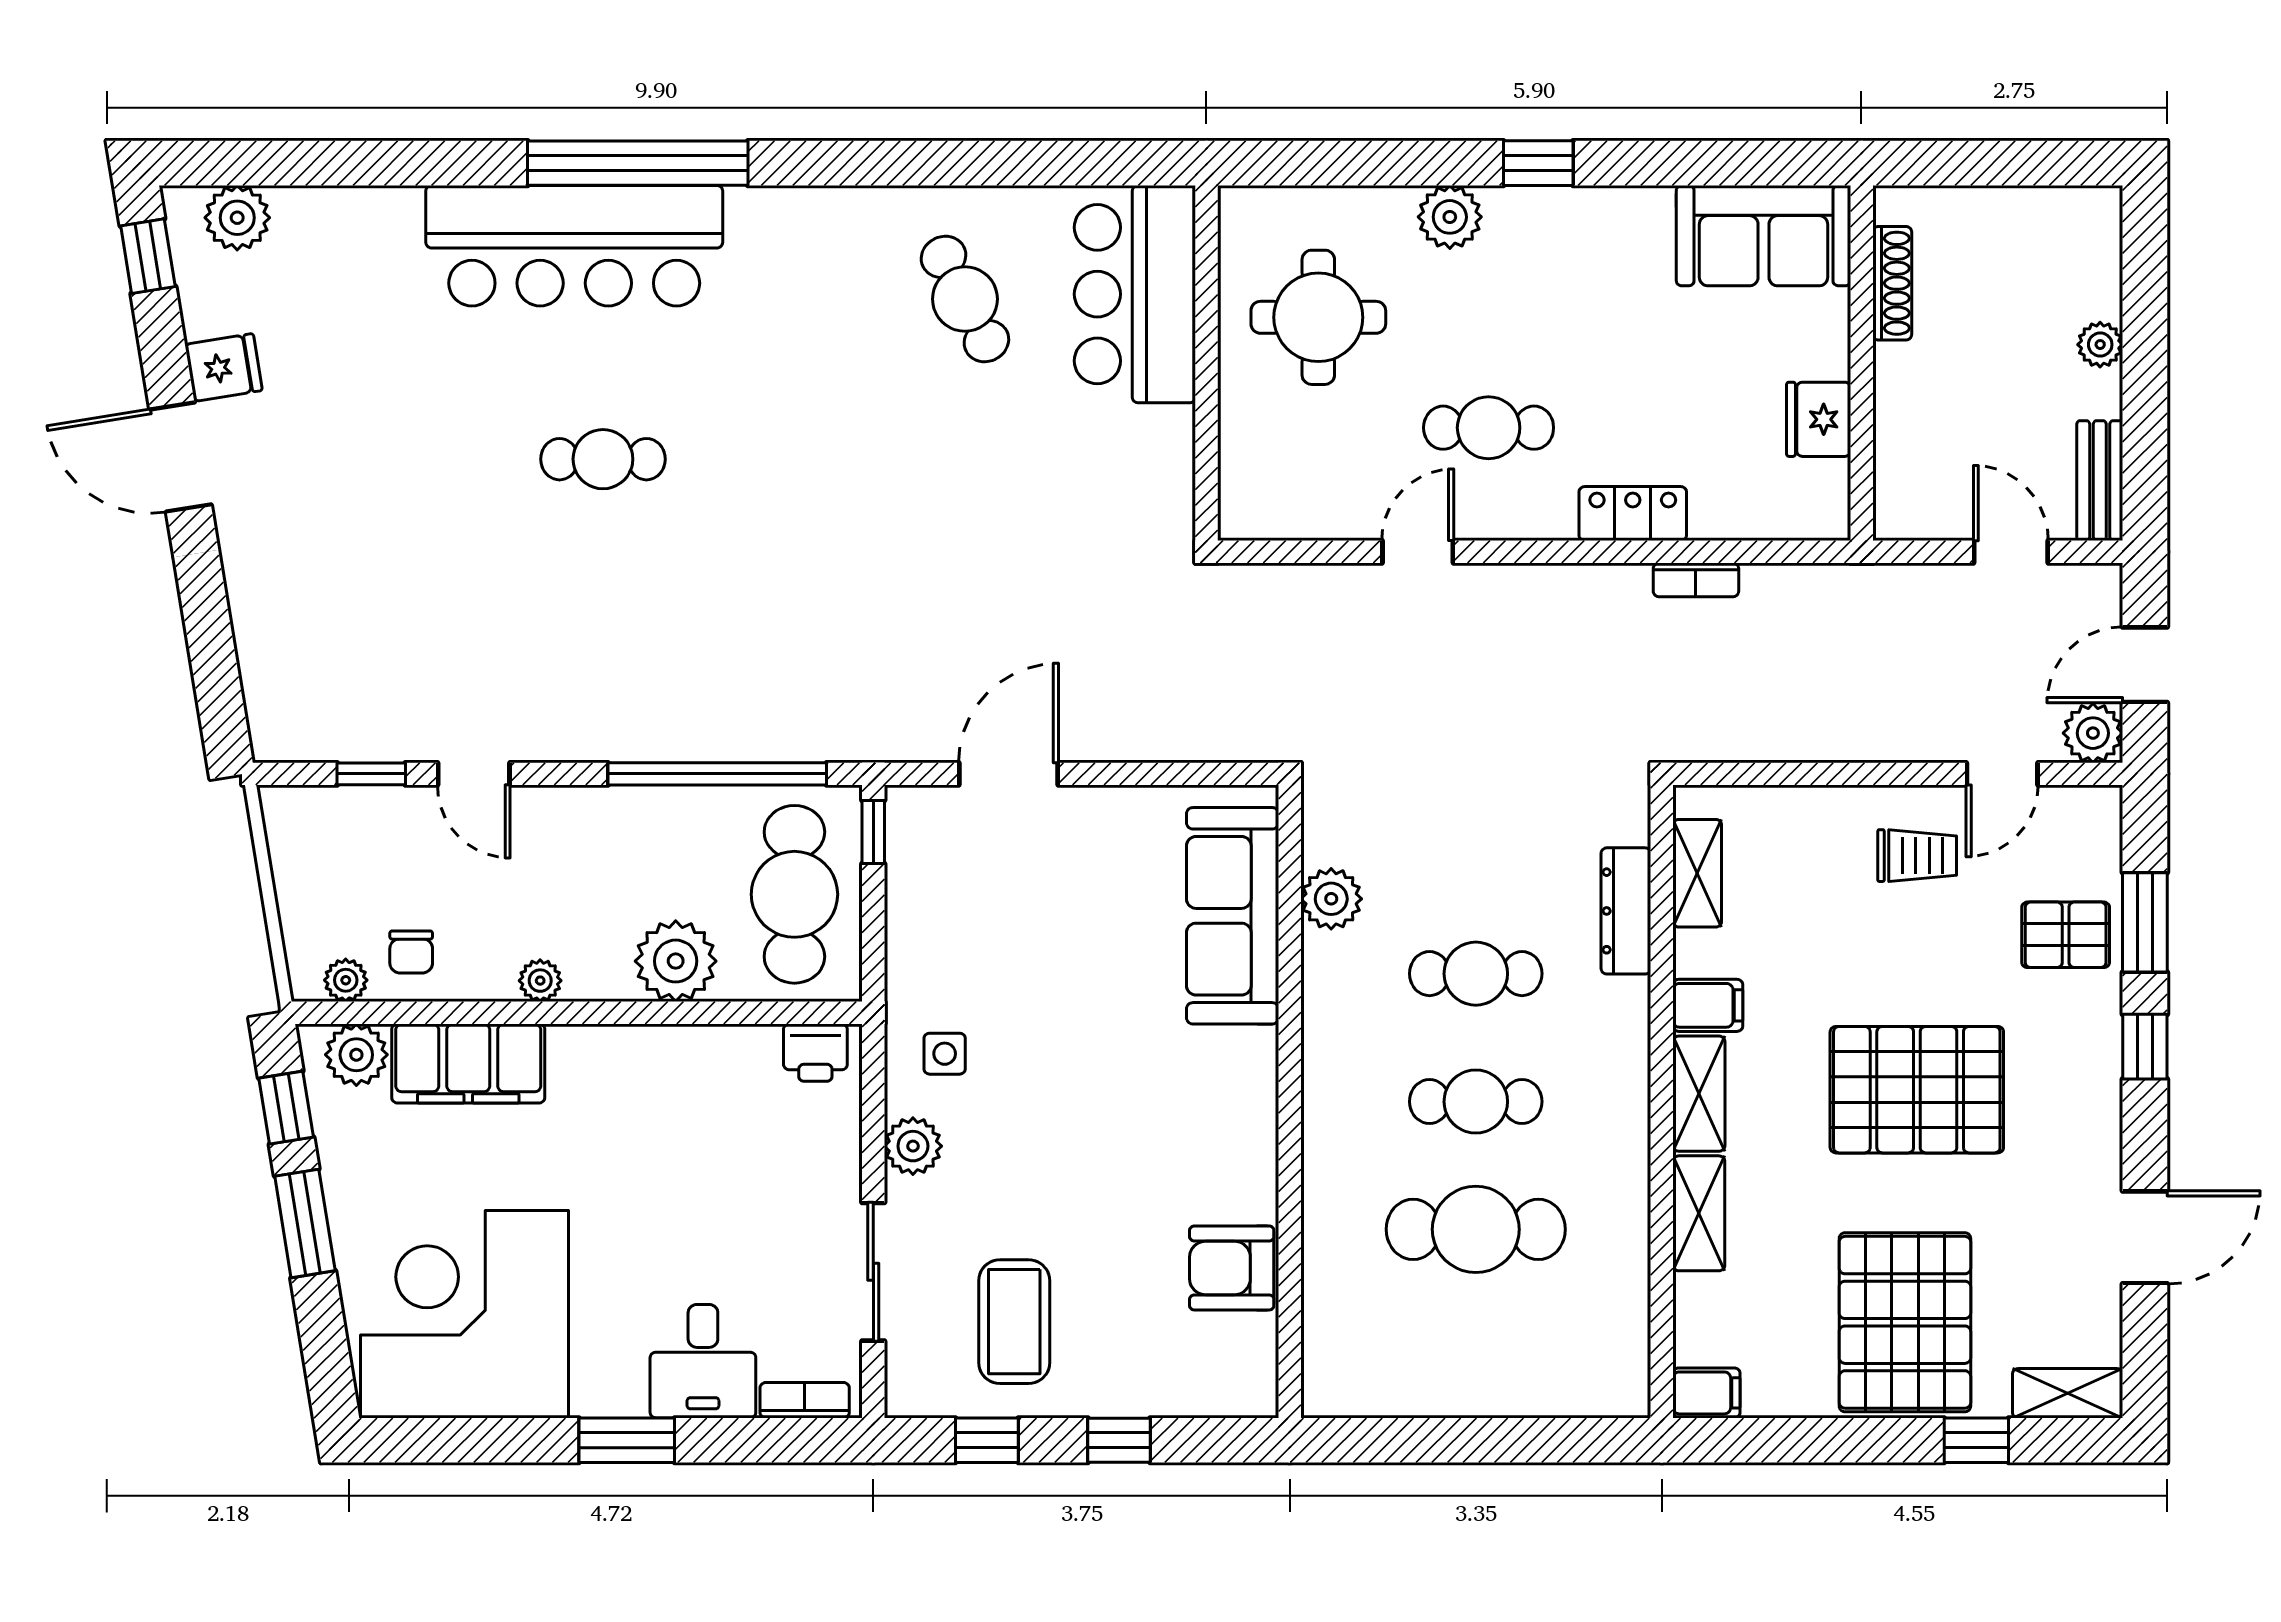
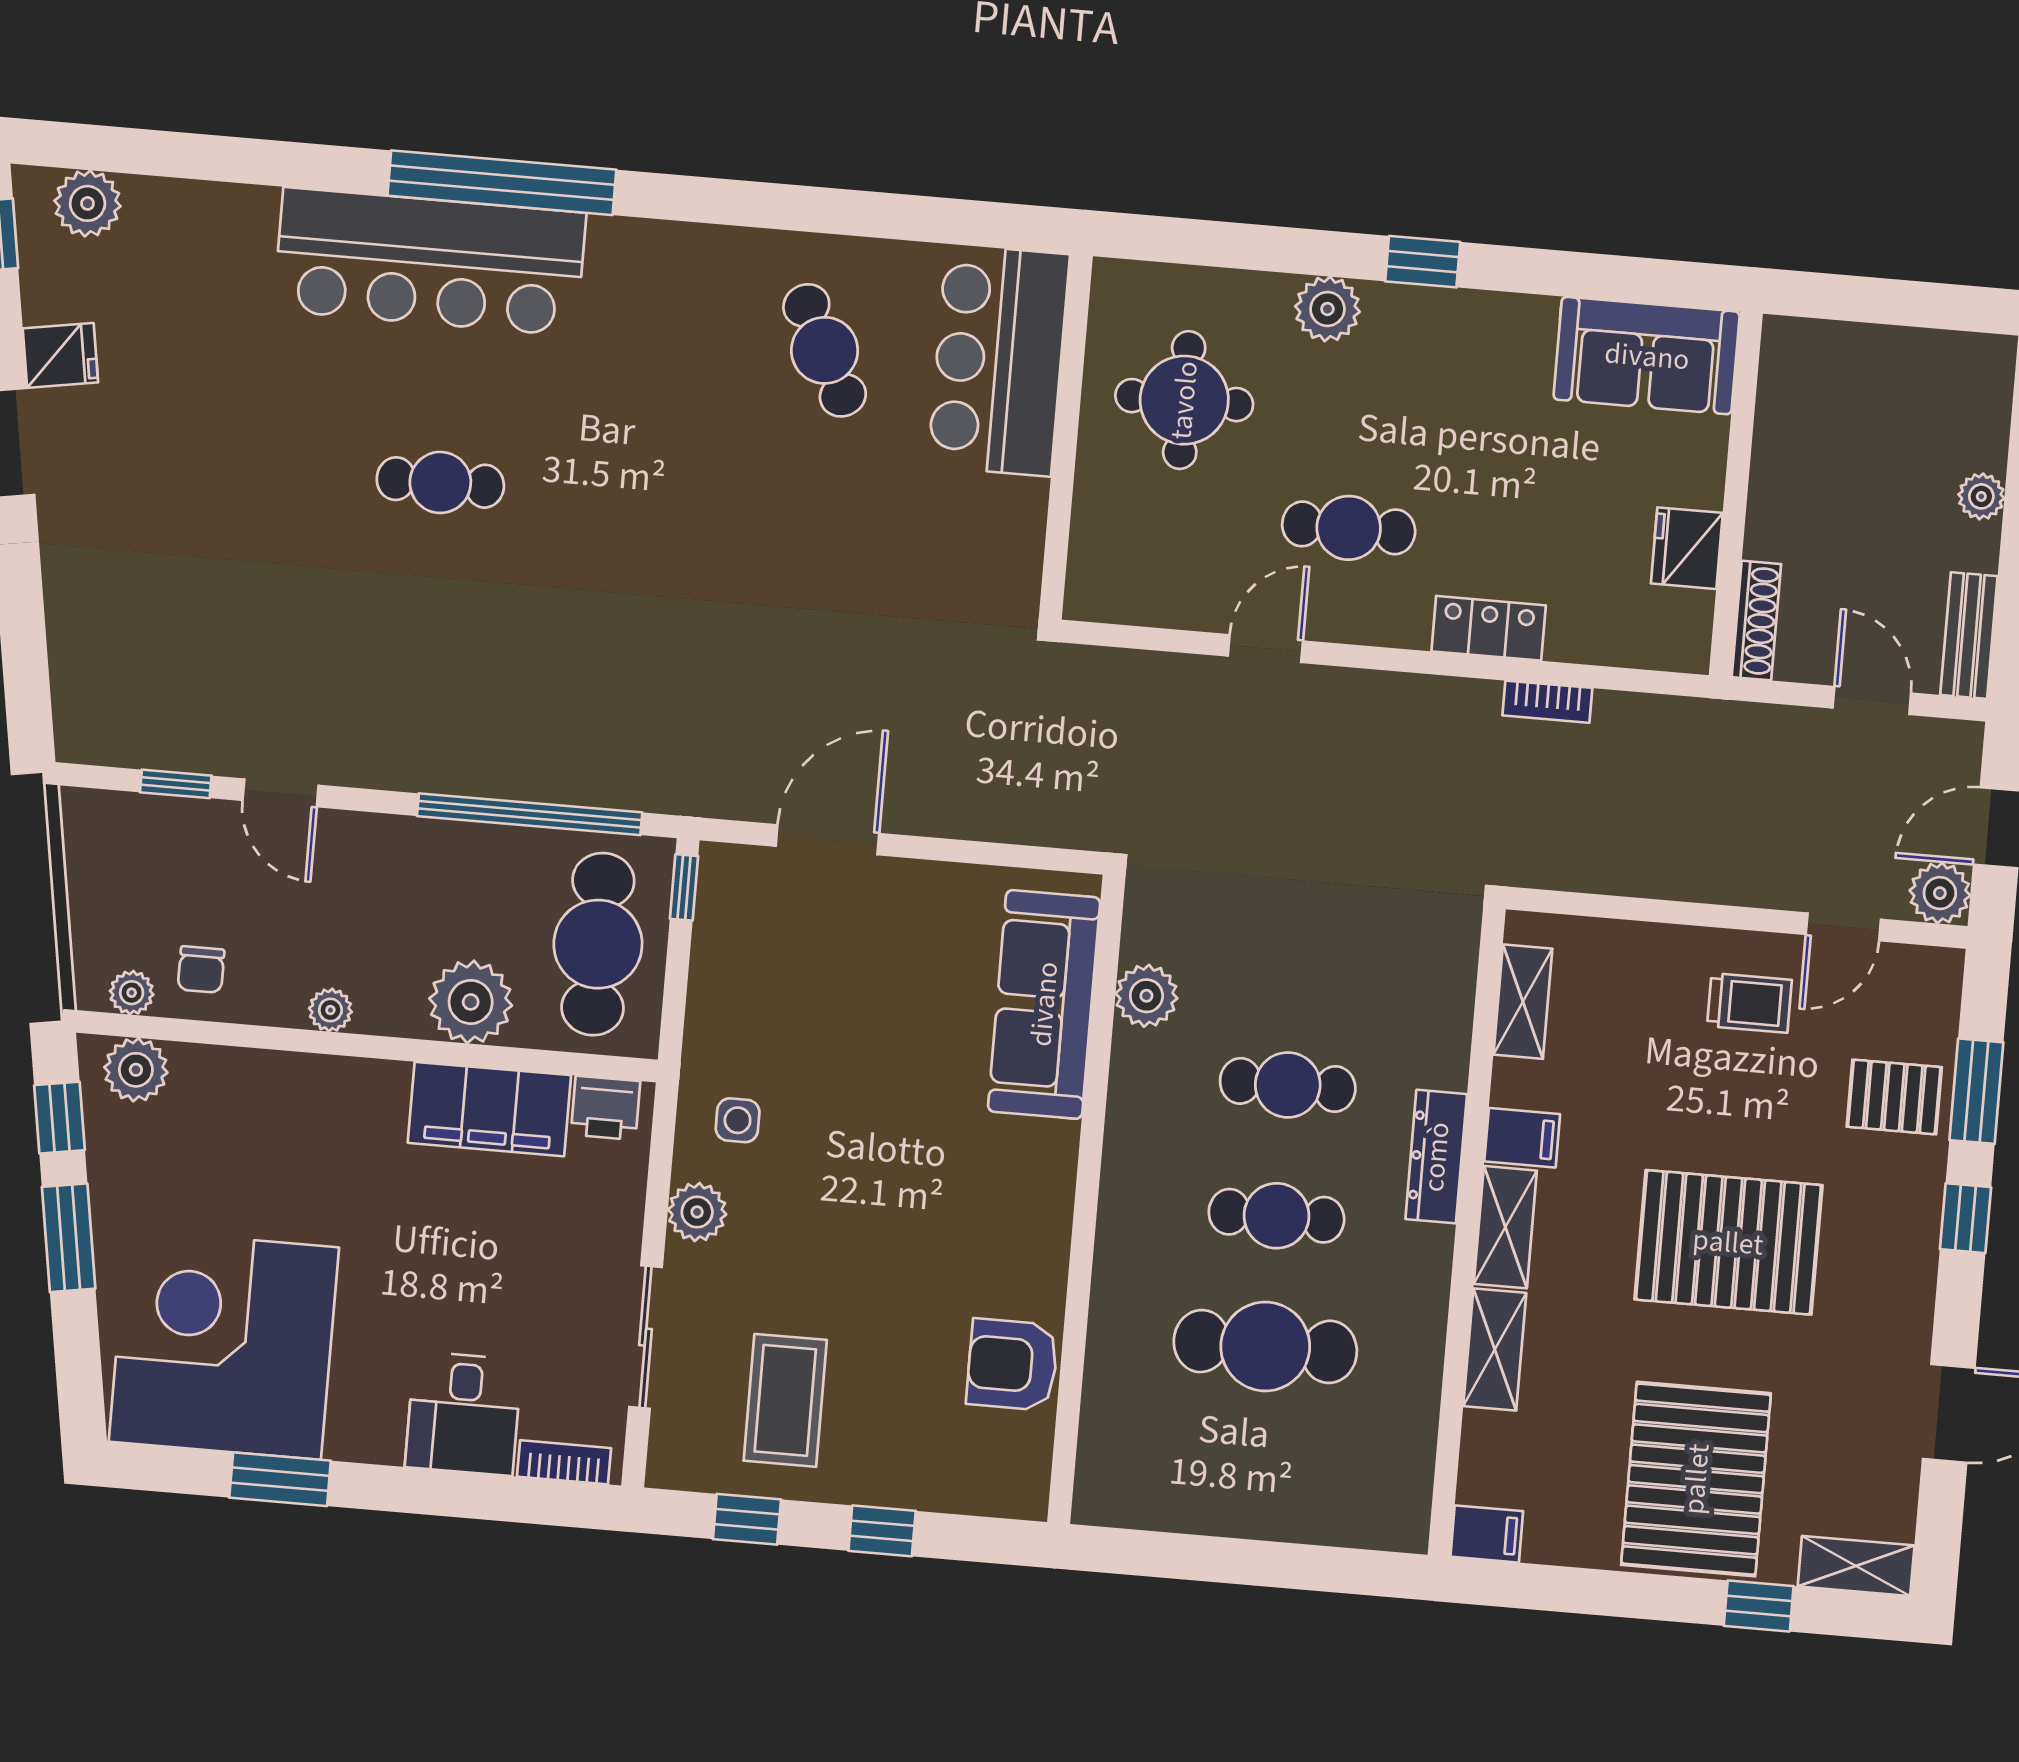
shoe rack: (1892, 283) -> (1756, 621), moved
dresser: (1626, 911) -> (1436, 1157), moved
filing cabinet: (468, 1063) -> (489, 1109), moved
window: (627, 1440) -> (280, 1479), moved

